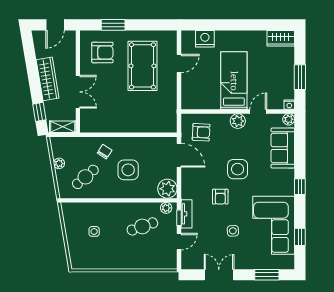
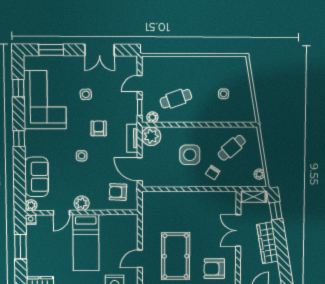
plant: (59, 163) -> (259, 174), moved
side table: (238, 169) -> (82, 156), width x0.54, depth x0.54
tv unit: (187, 214) -> (132, 138), moved

